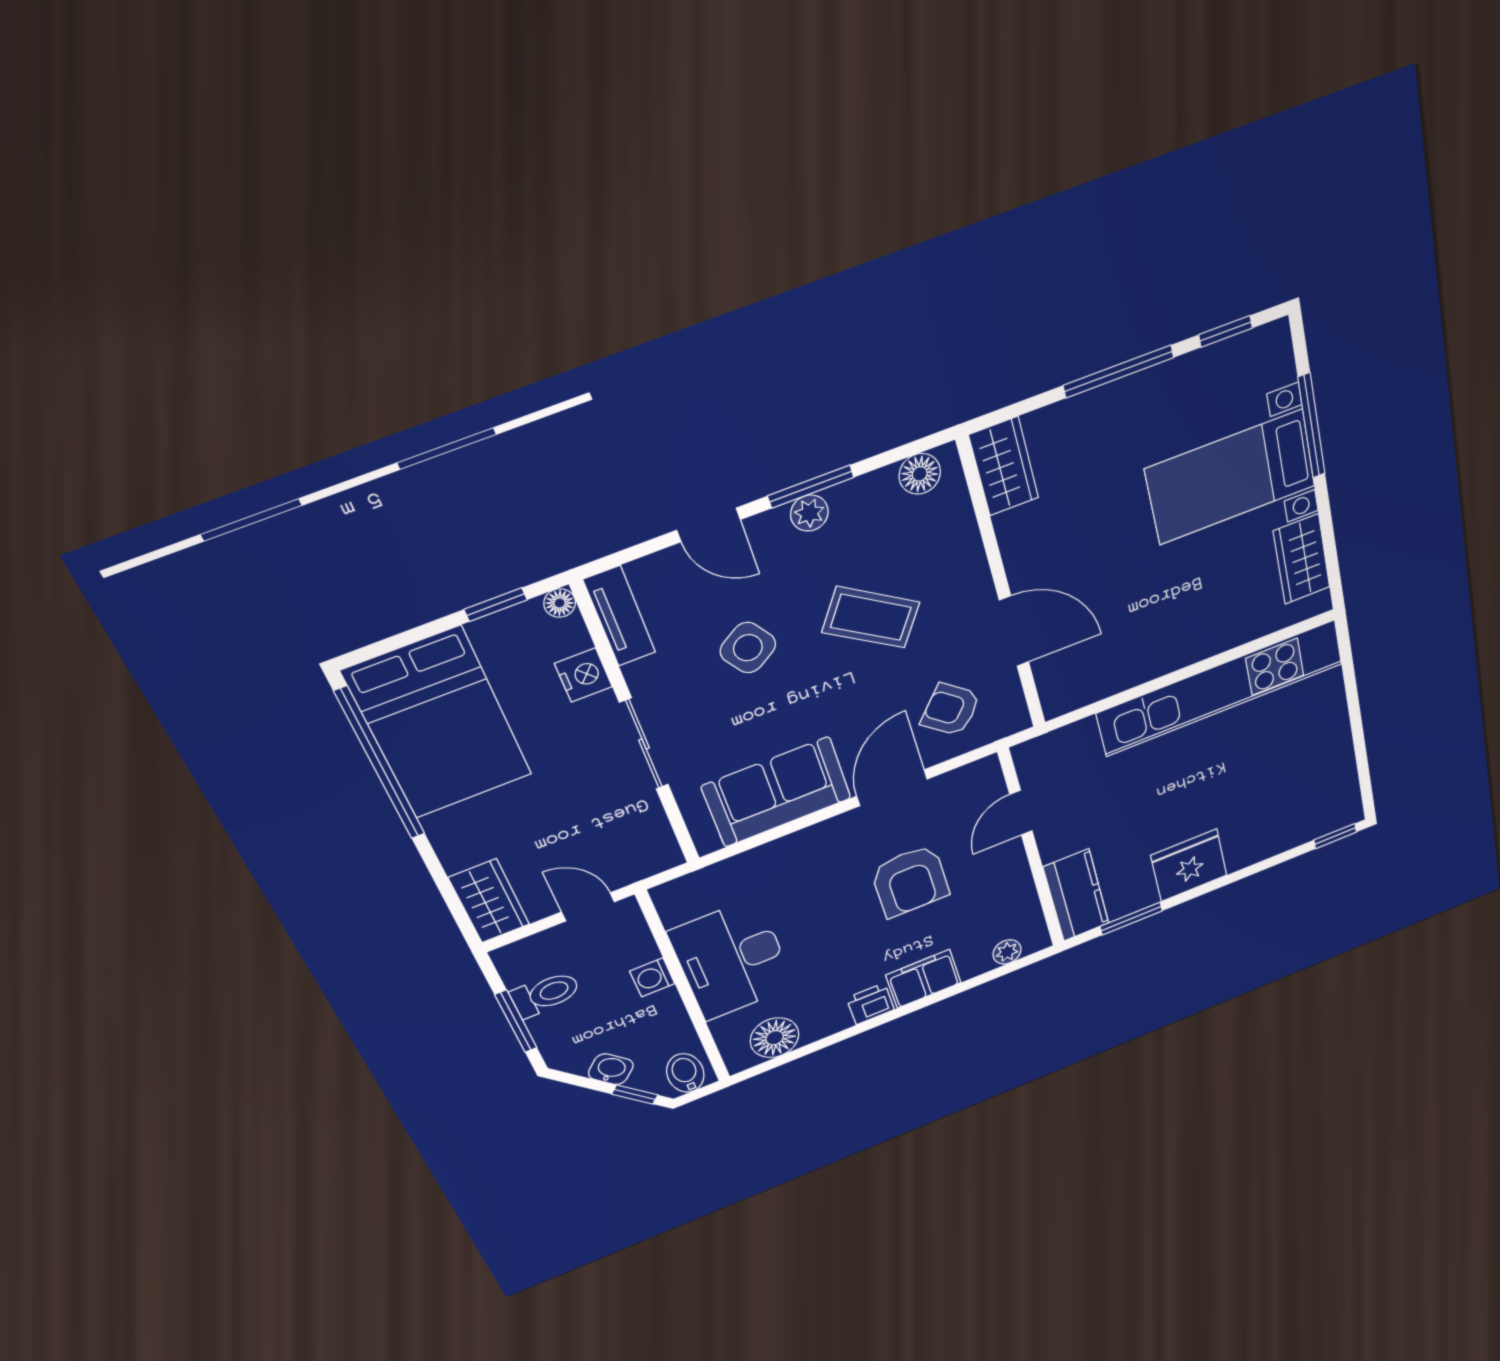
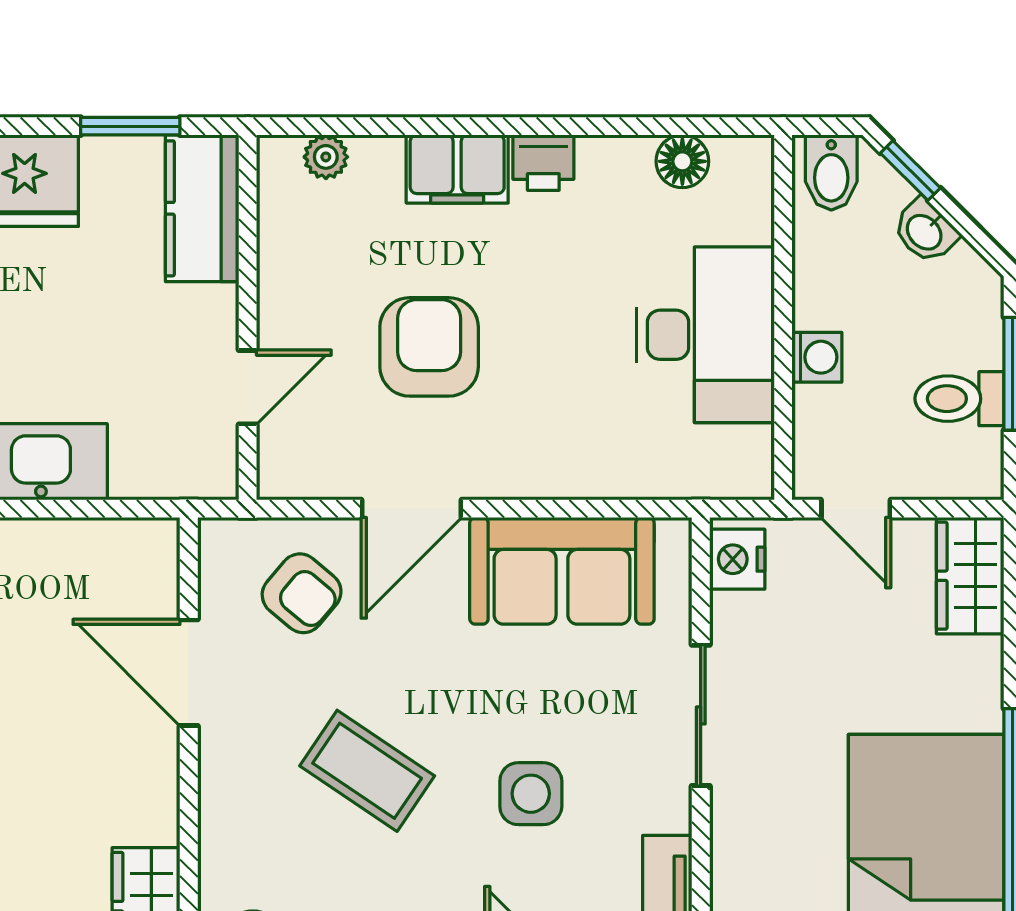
side table: (748, 648) -> (531, 794), turned 33
nightstand: (583, 675) -> (737, 559), moved
floor lamp: (775, 1038) -> (682, 161), width x0.73, depth x0.73

